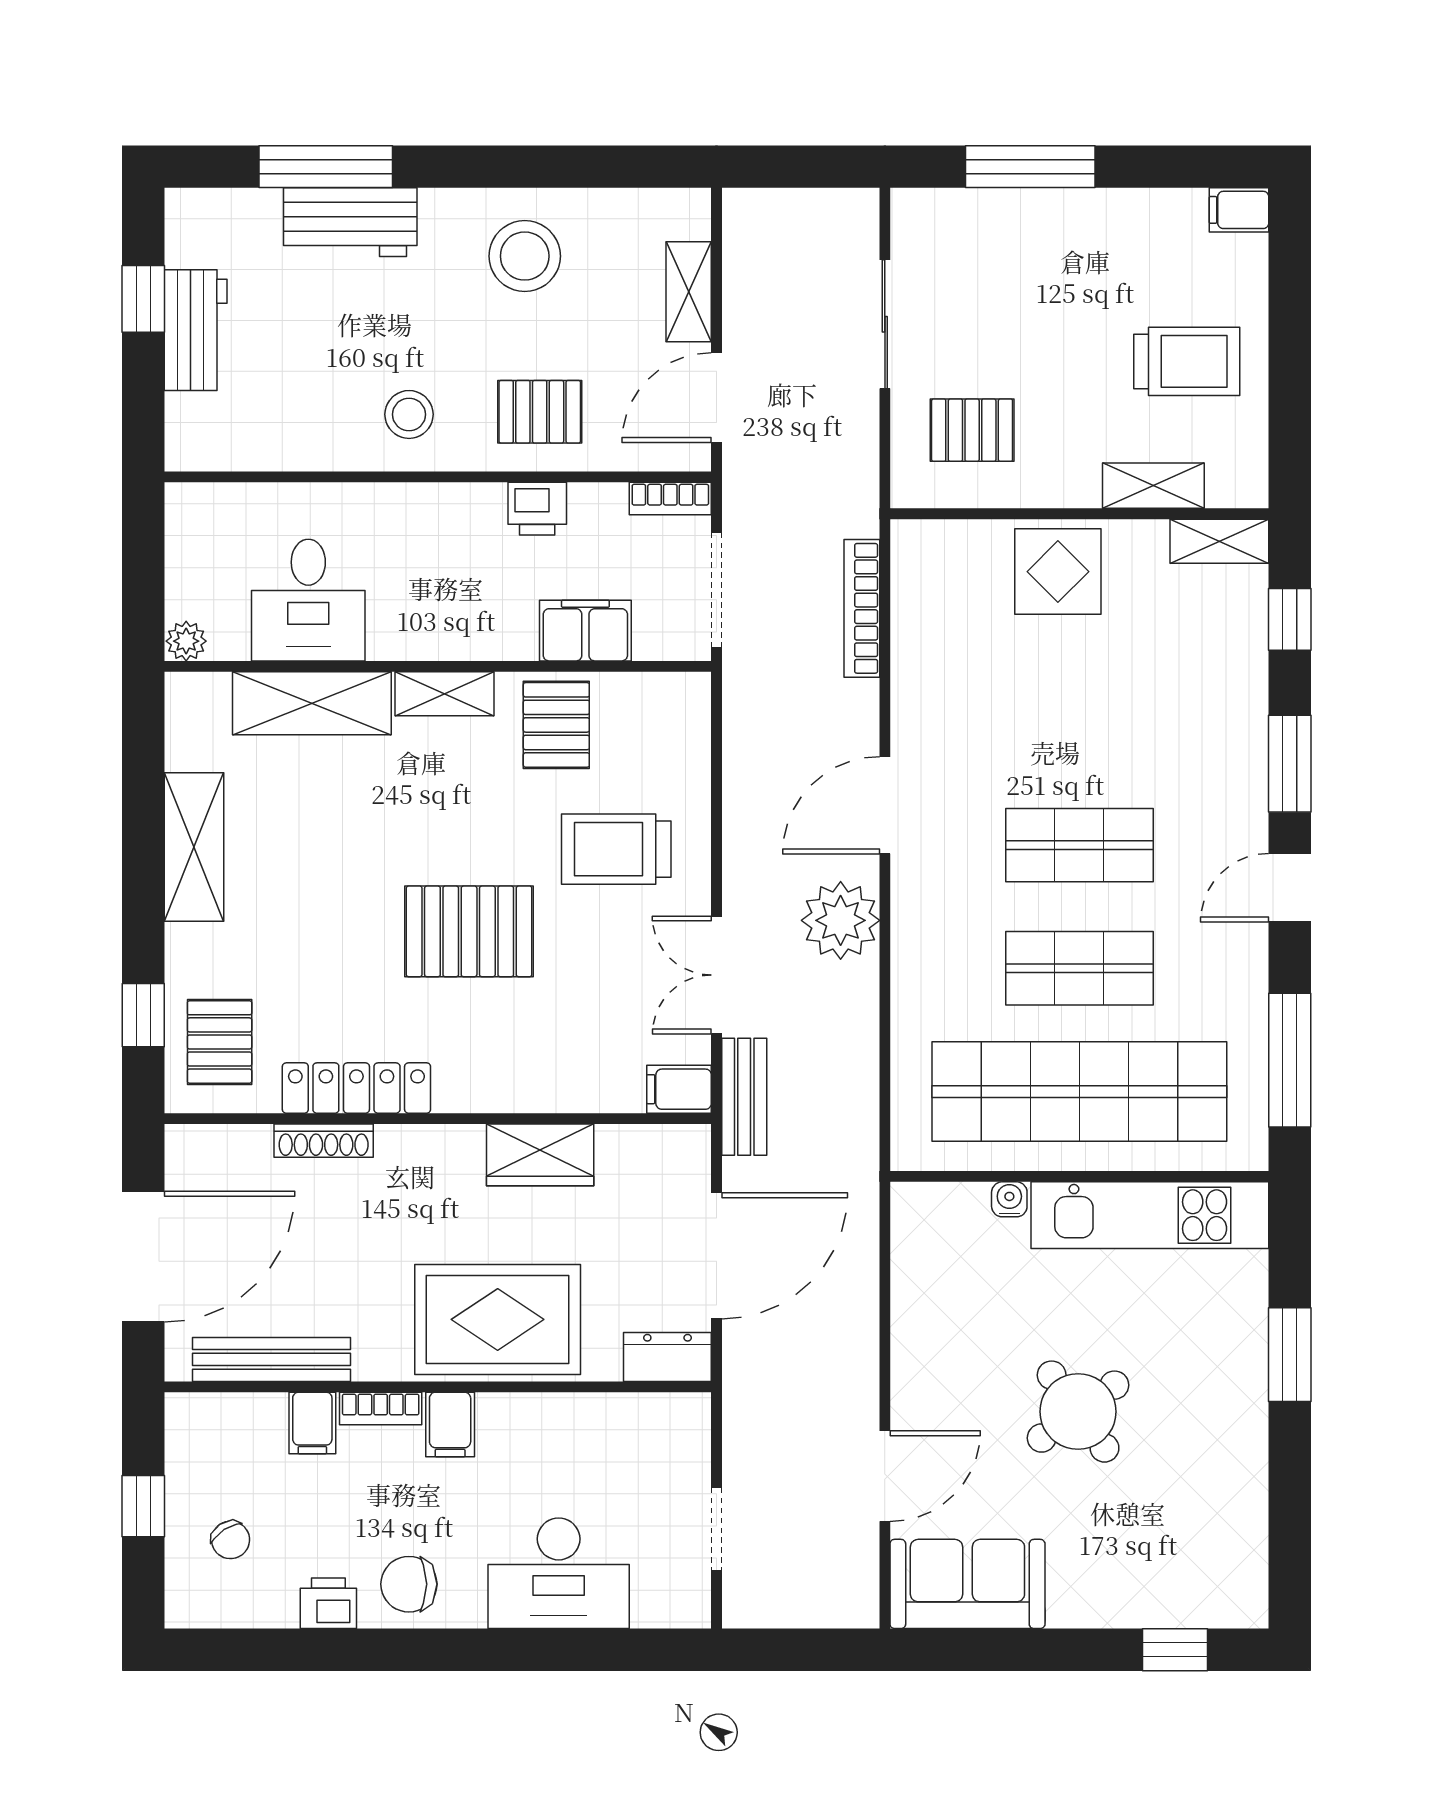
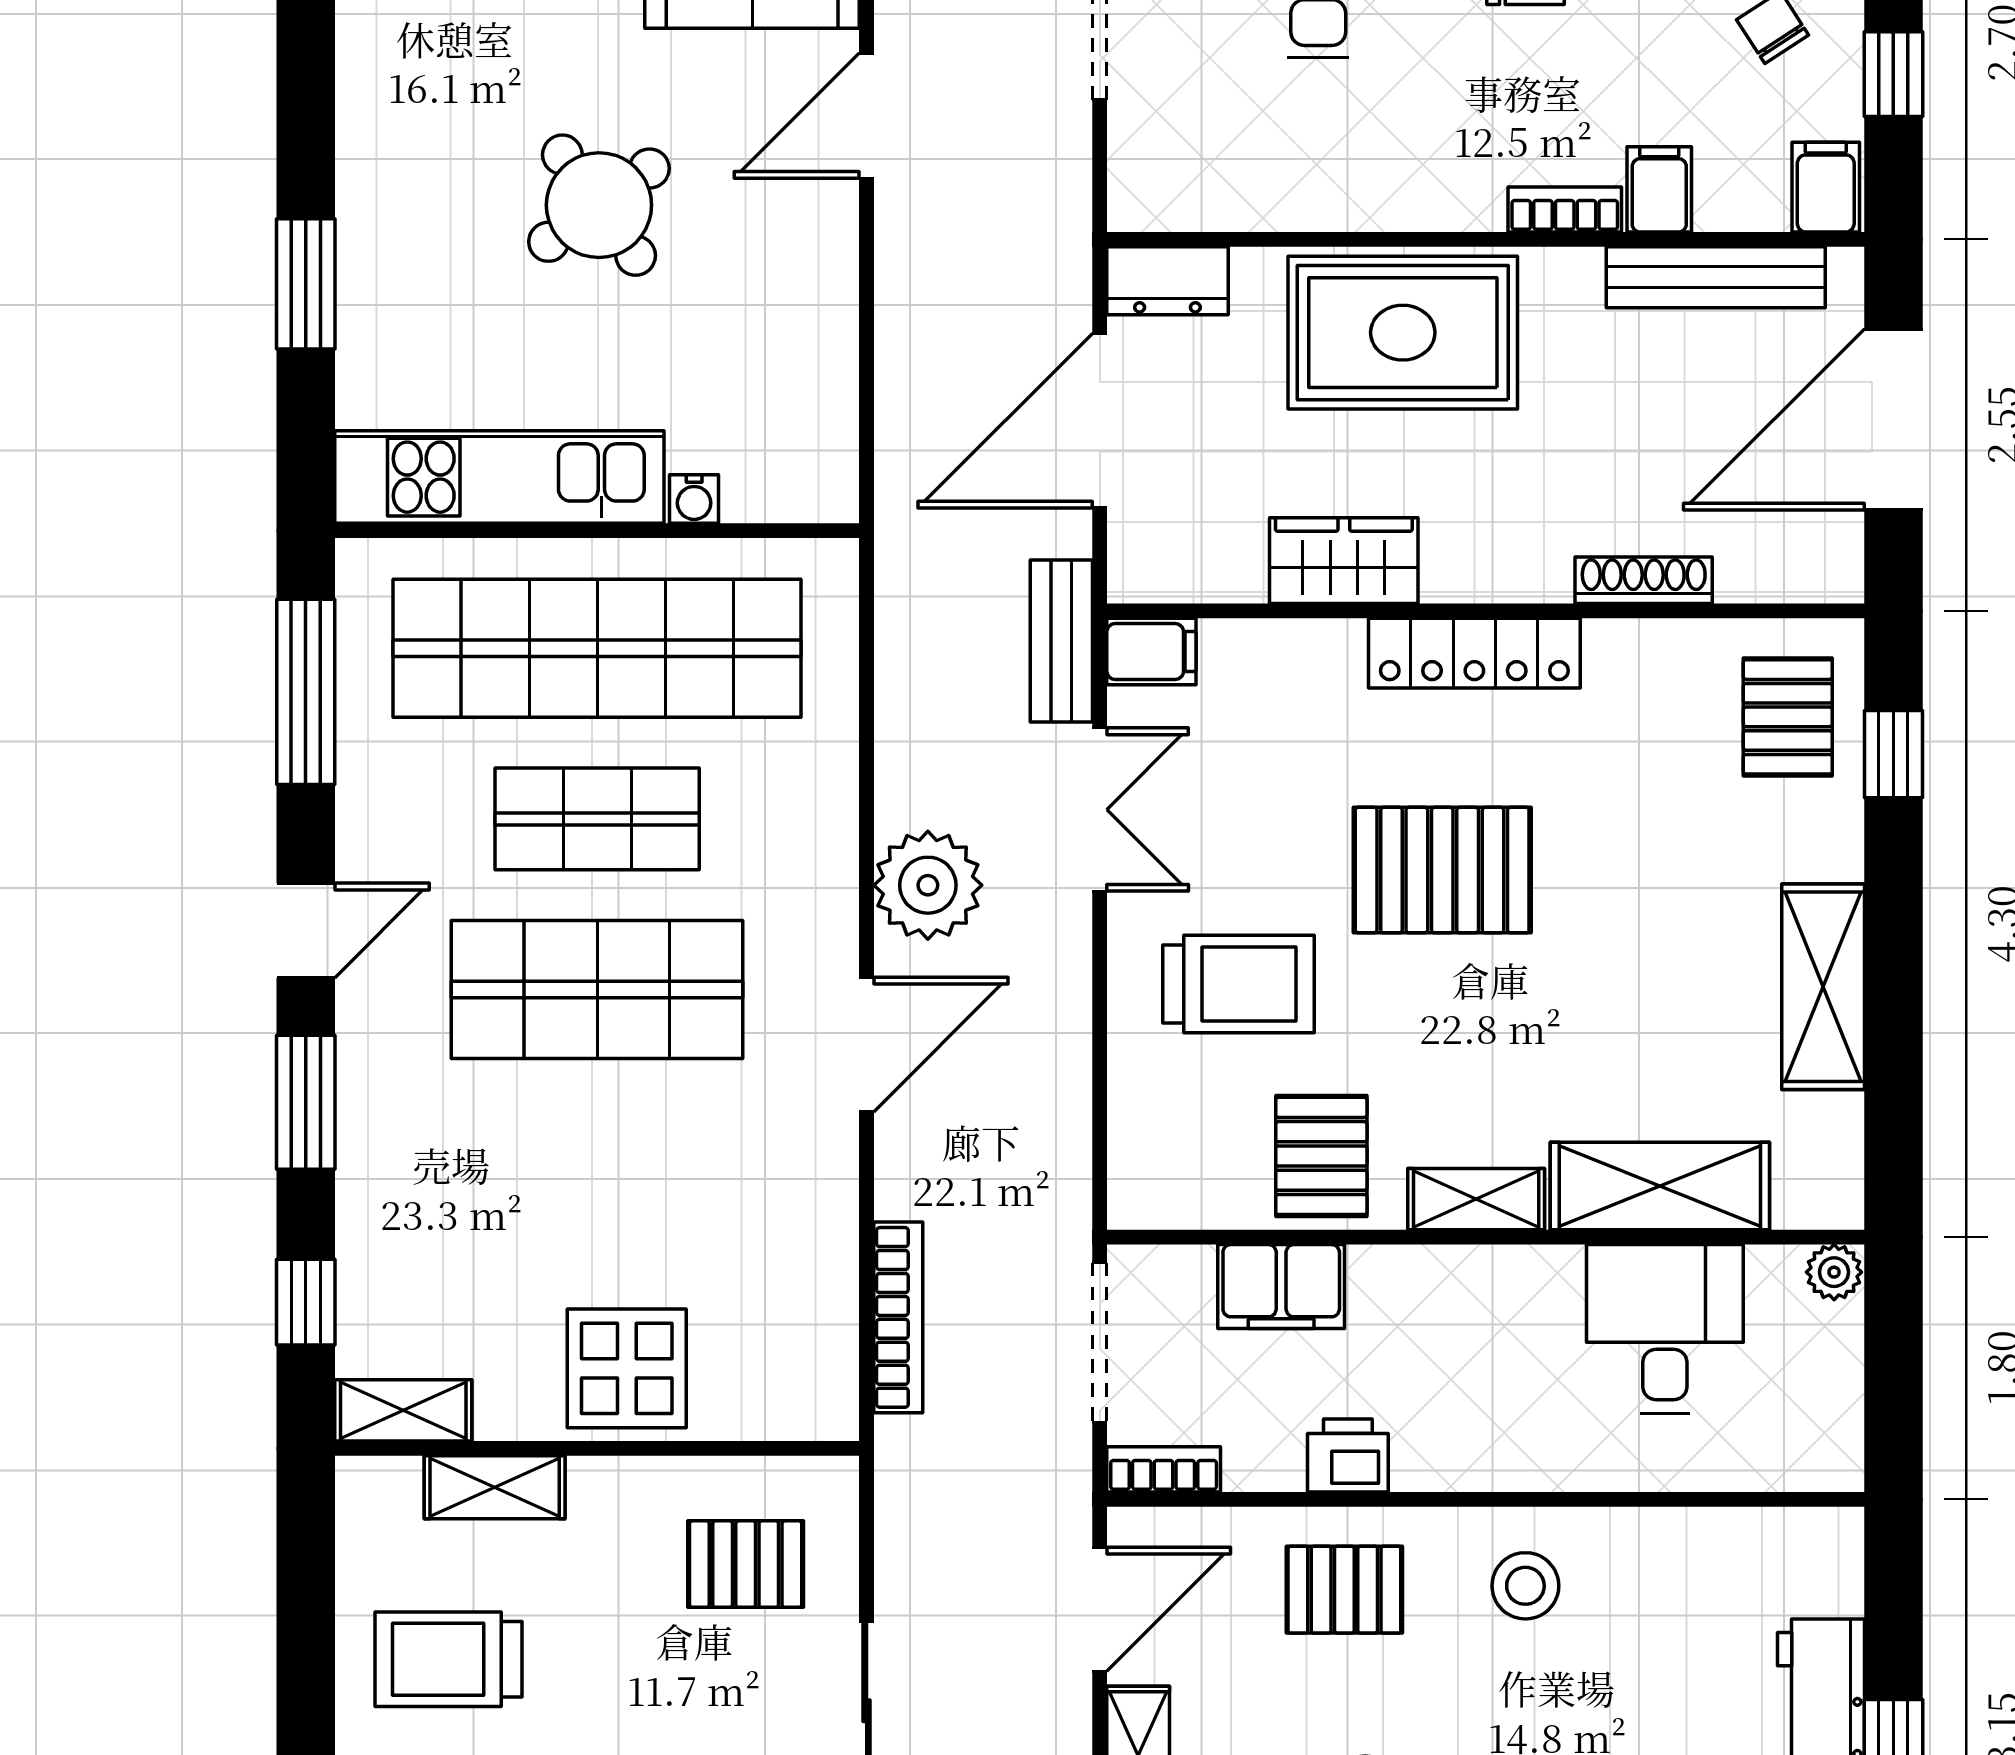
shop shelf: (1079, 845) -> (597, 990), width x1.43, depth x1.36
locker: (356, 1088) -> (1474, 653), moved
filing cabinet: (450, 1425) -> (1826, 187), moved

